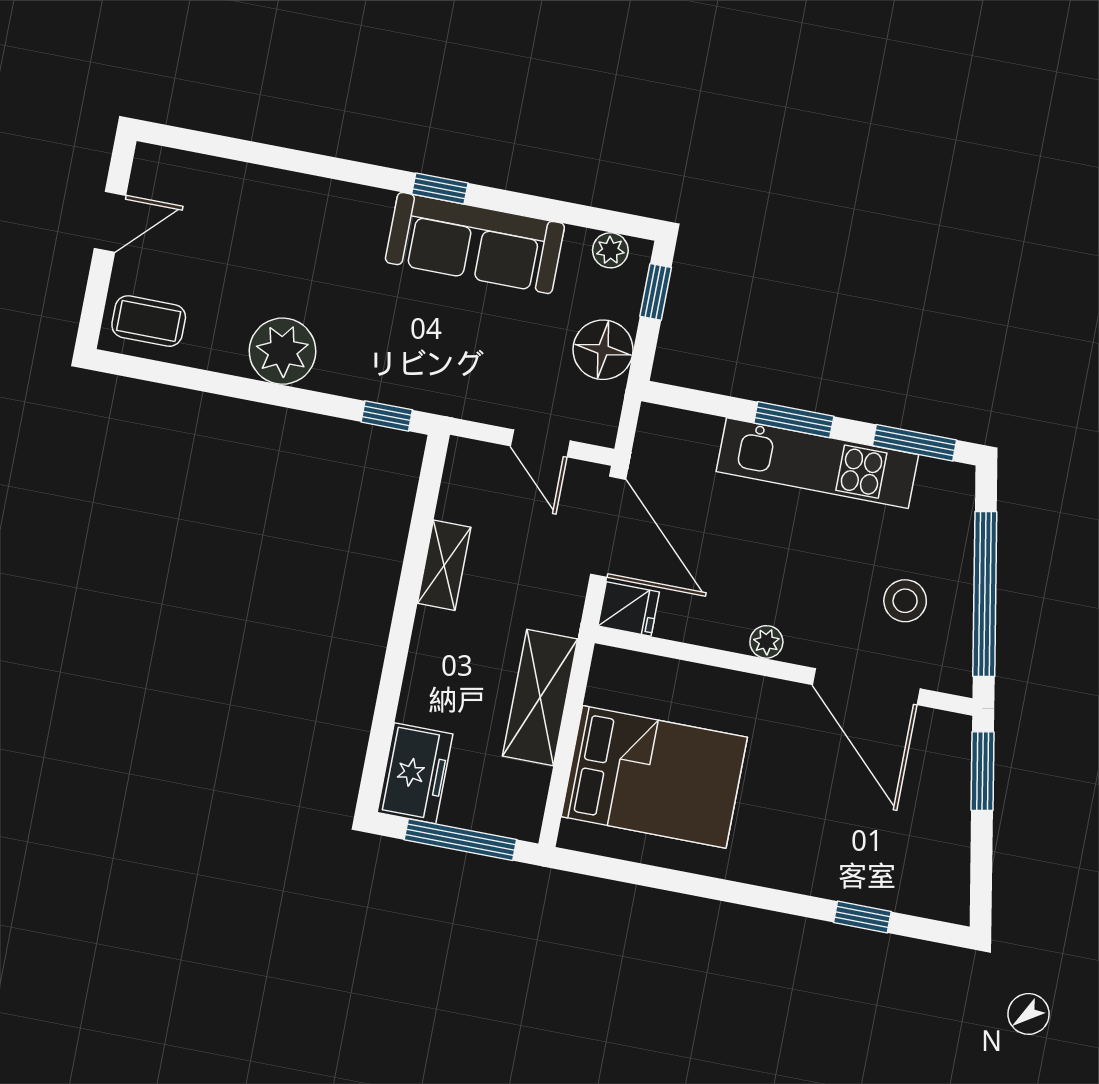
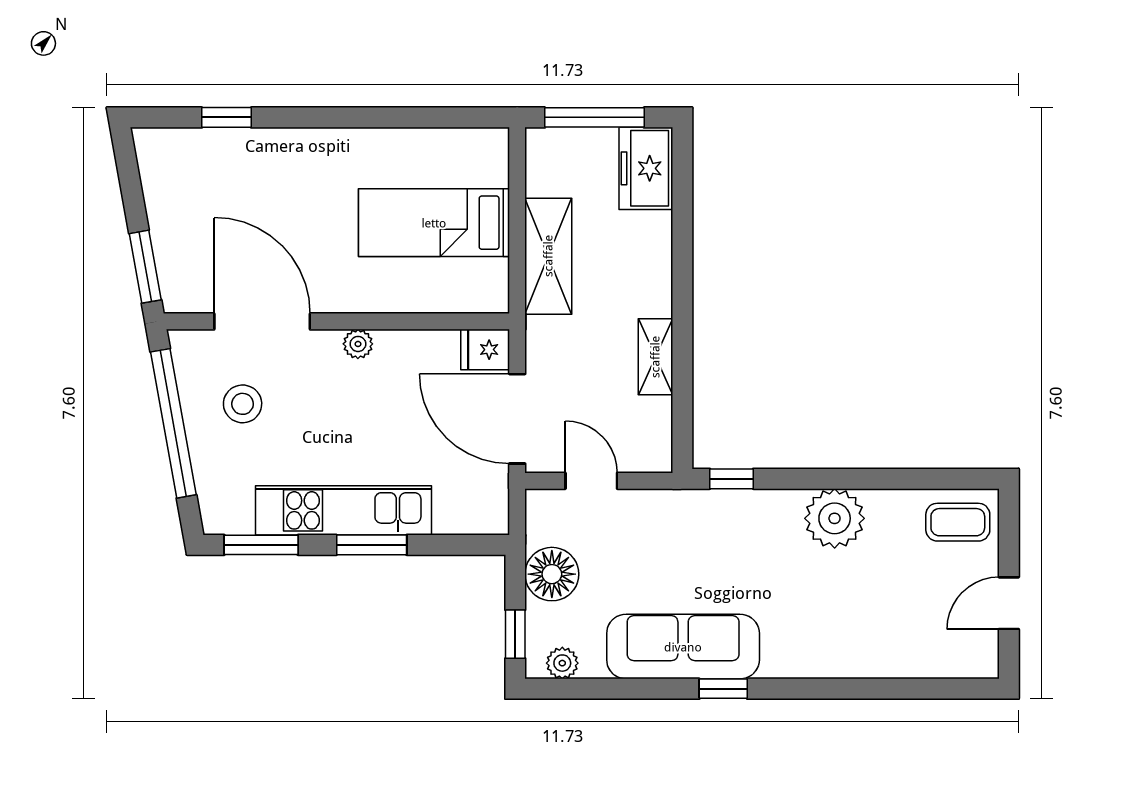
bed: (654, 777) -> (434, 223), width x0.67

